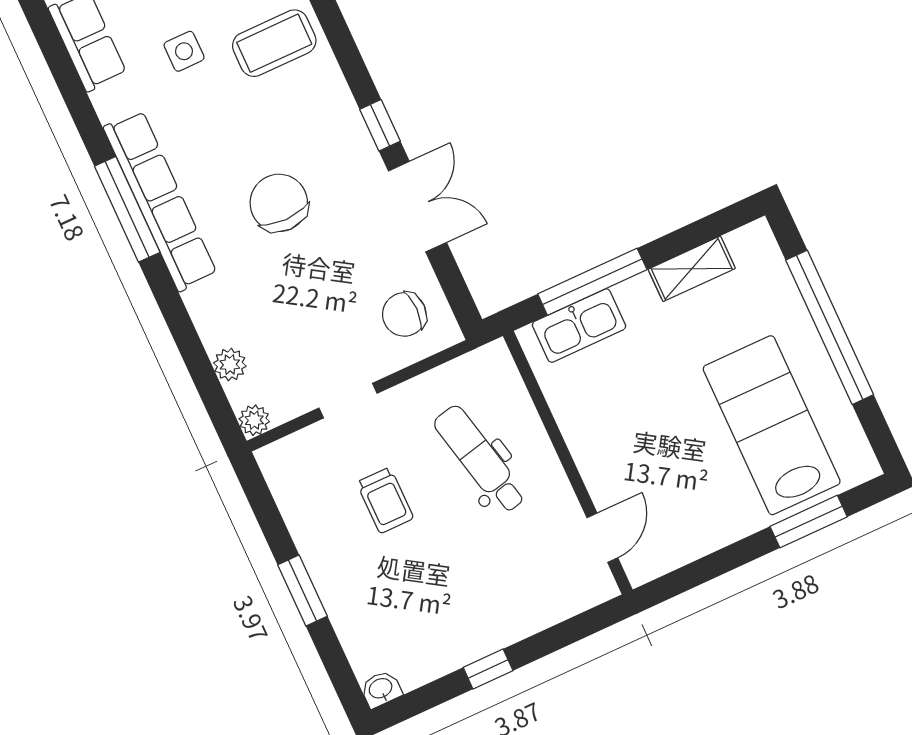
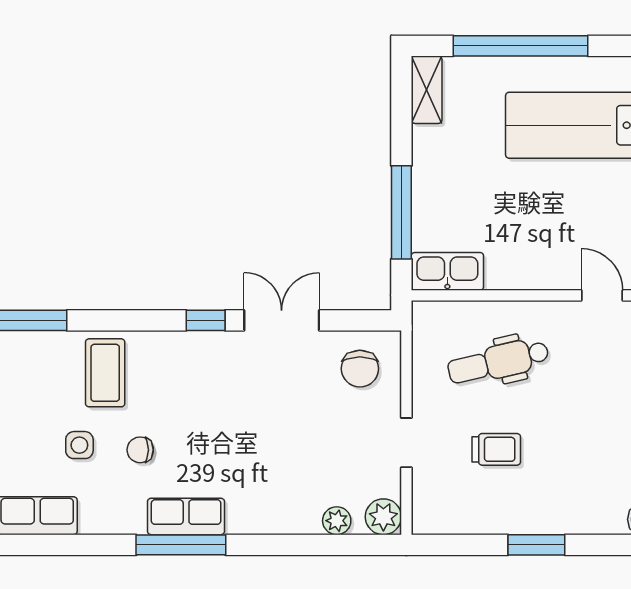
row of seats: (160, 201) -> (186, 516), width x0.50
chair: (279, 203) -> (140, 450), moved, width x0.54, depth x0.54
shelving: (692, 269) -> (427, 90), moved
kitchen sink: (579, 326) -> (447, 271), moved, turned -90
plant: (254, 420) -> (383, 517), width x1.38, depth x1.38

